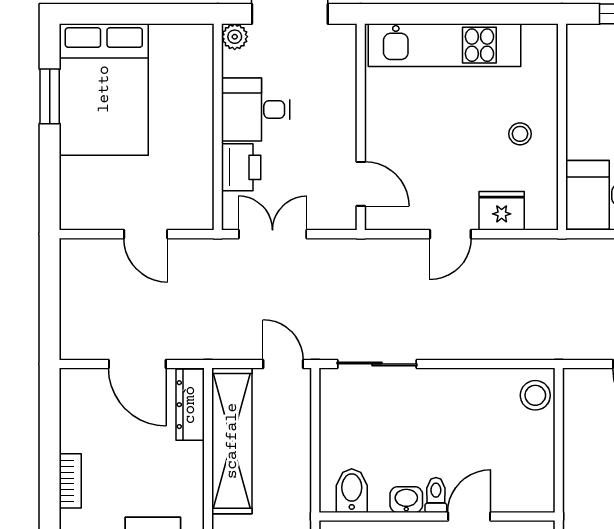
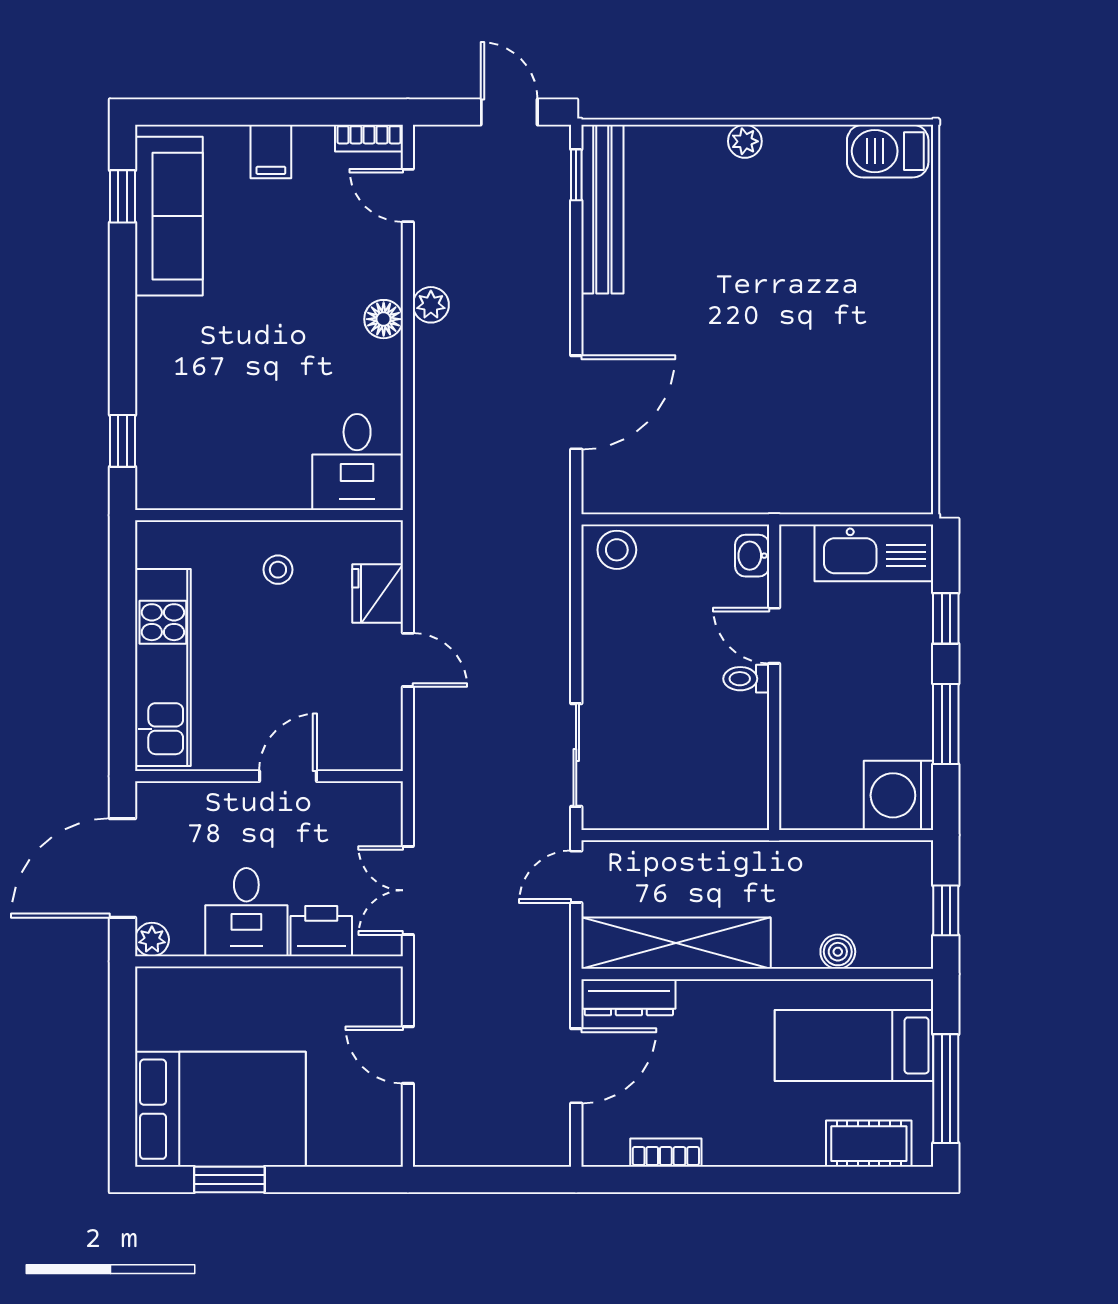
door: (361, 184) -> (288, 776), moved
door: (146, 234) -> (408, 1055), swing flipped
bookcase: (70, 481) -> (666, 1153), moved
bidet: (352, 491) -> (740, 788), removed
washbasin: (406, 500) -> (752, 556), moved

